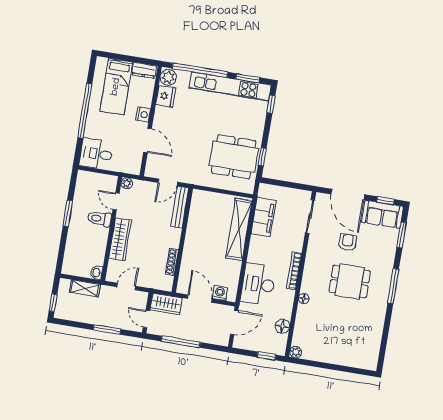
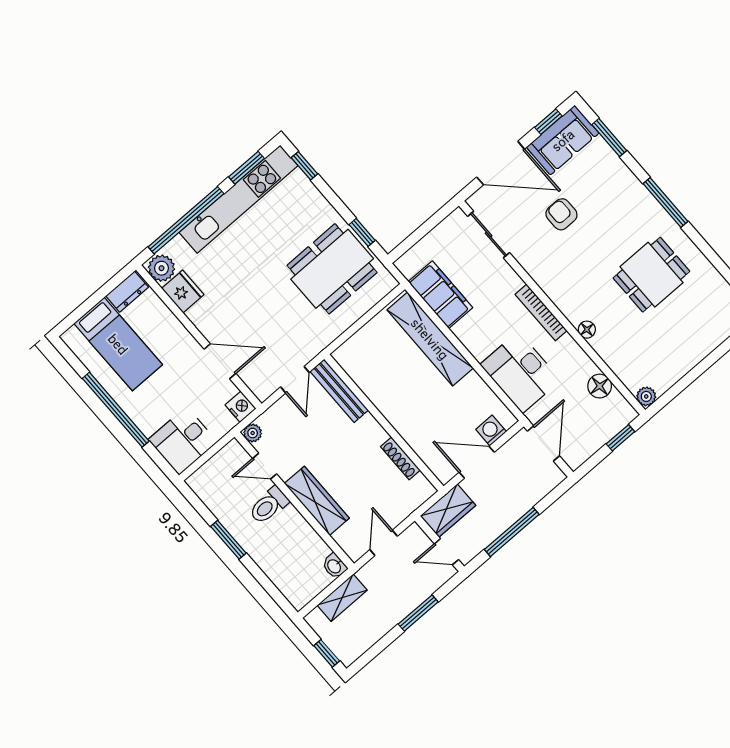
nightstand: (143, 114) -> (241, 407), moved
dining table: (350, 281) -> (651, 275), moved

